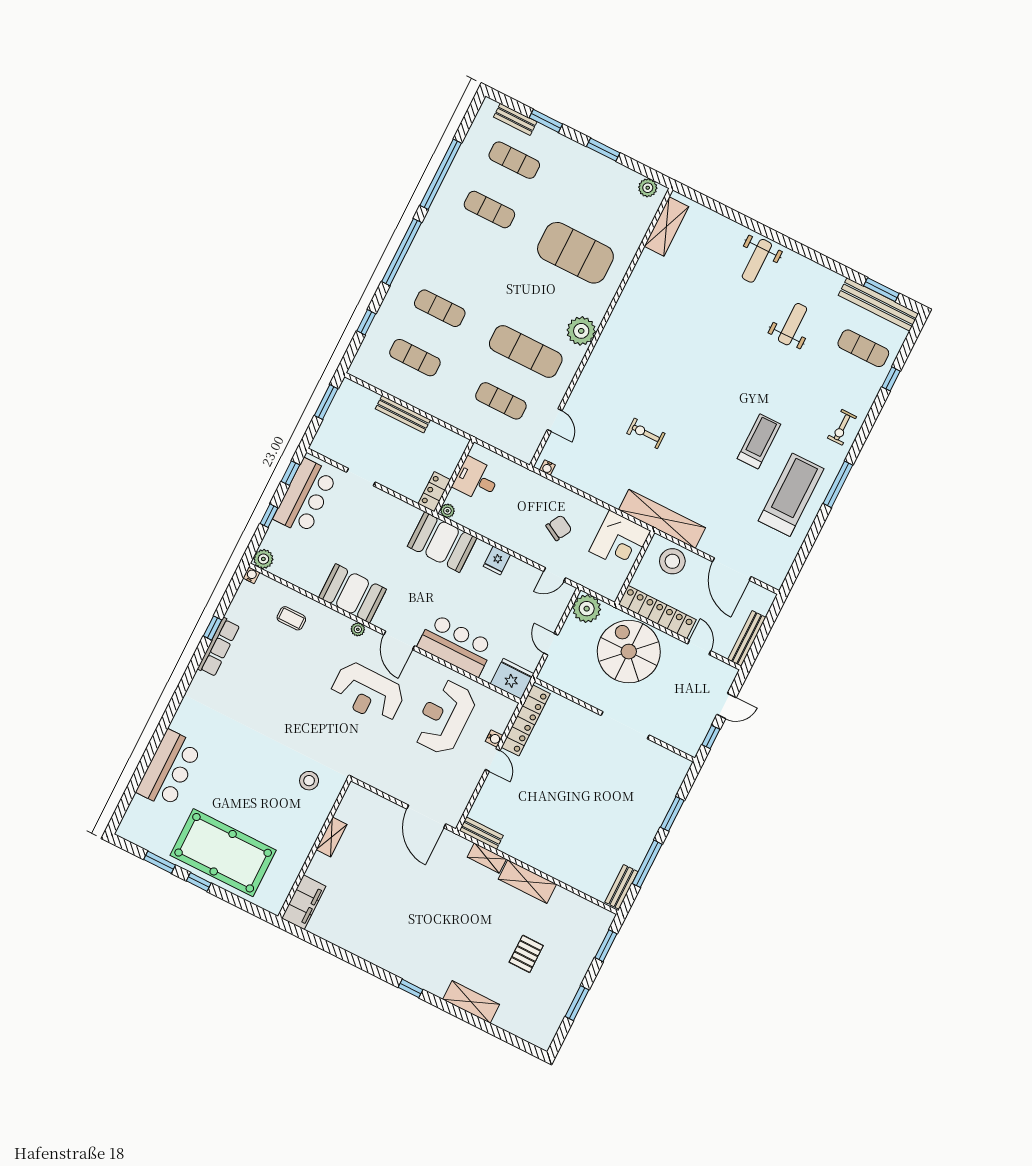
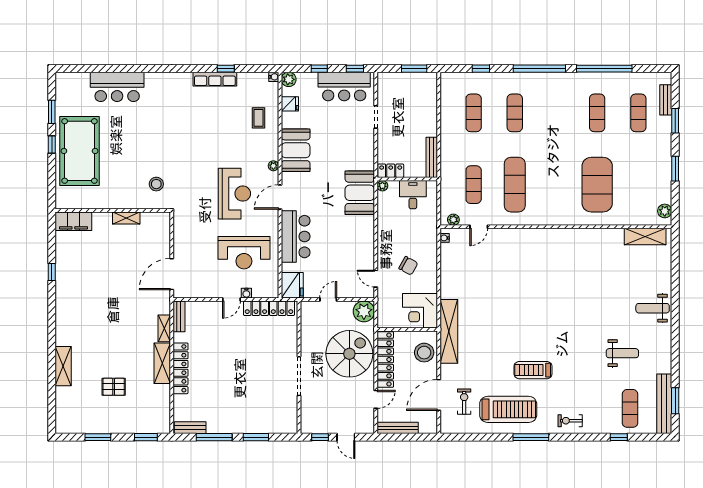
plant: (581, 331) -> (453, 220), moved, width x0.53, depth x0.53
bench: (403, 414) -> (432, 157), moved
exercise bike: (646, 433) -> (464, 402), moved
treadmill: (759, 441) -> (533, 370), turned 180
fridge: (497, 560) -> (290, 104), moved, turned 180
reception desk: (368, 693) -> (234, 194), turned 180
reception desk: (444, 717) -> (244, 253), turned 180
locker: (544, 863) -> (180, 368), added
window: (411, 988) -> (52, 272), moved

